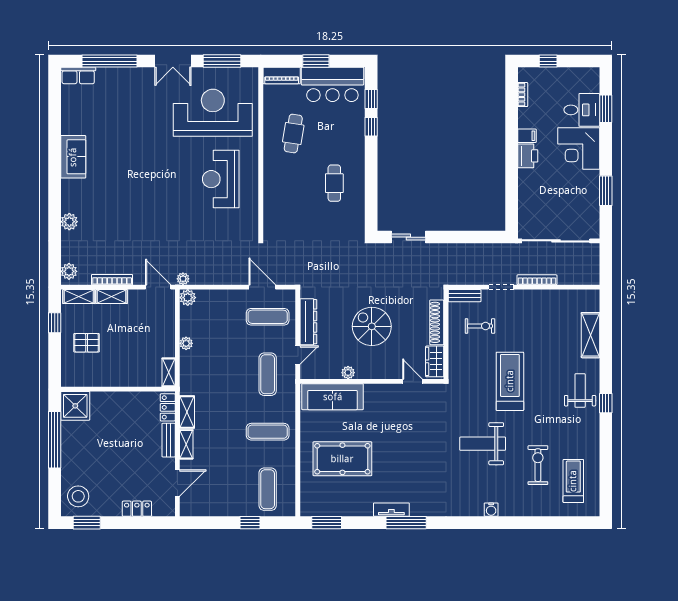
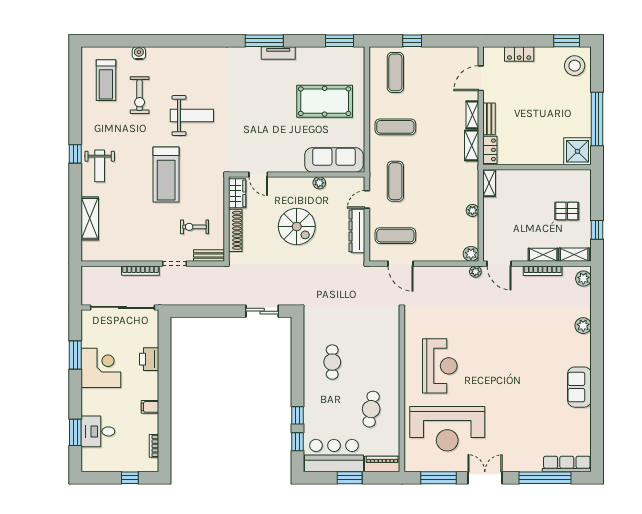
row of seats: (78, 76) -> (567, 464), width x1.48
corner desk: (579, 148) -> (101, 368), moved
printer: (528, 156) -> (149, 359), moved
water cooler: (491, 510) -> (139, 53), moved

